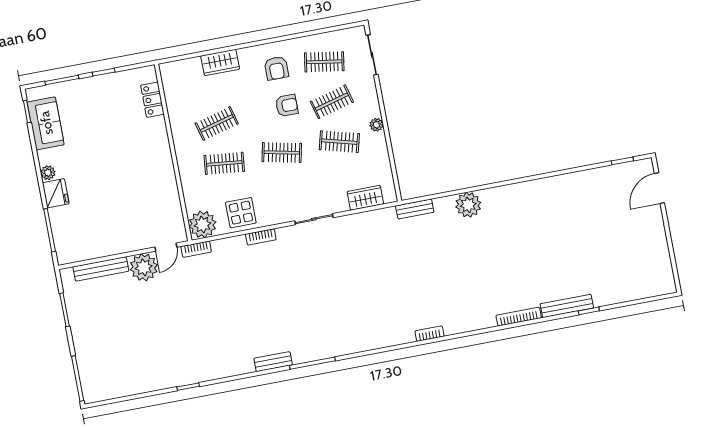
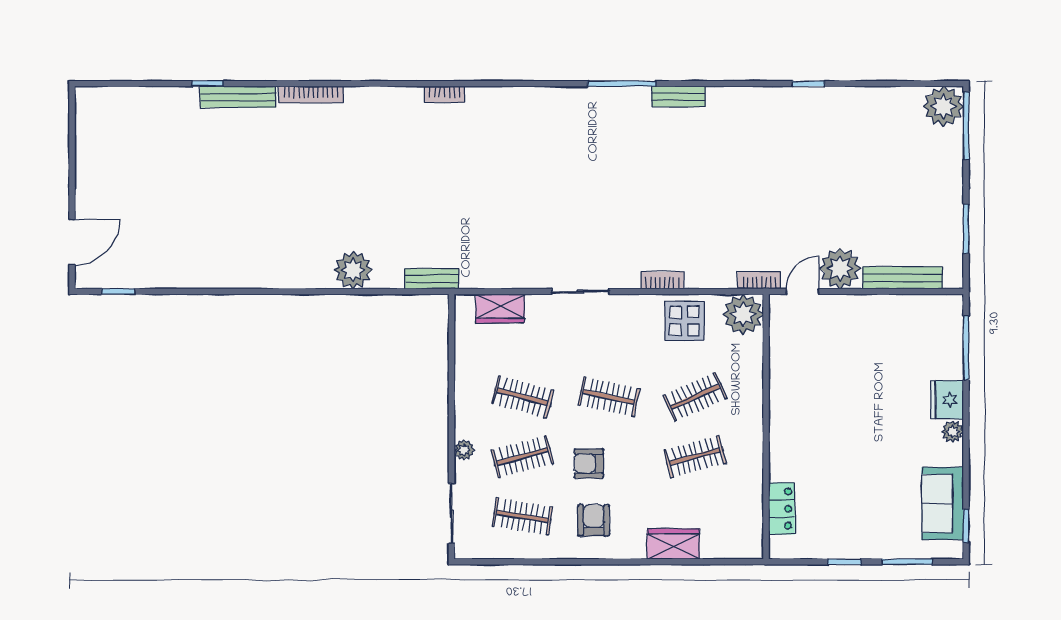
plant: (376, 125) -> (464, 450), moved
clothes rail: (224, 163) -> (695, 397), turned -30
plant: (95, 388) -> (943, 106), added

